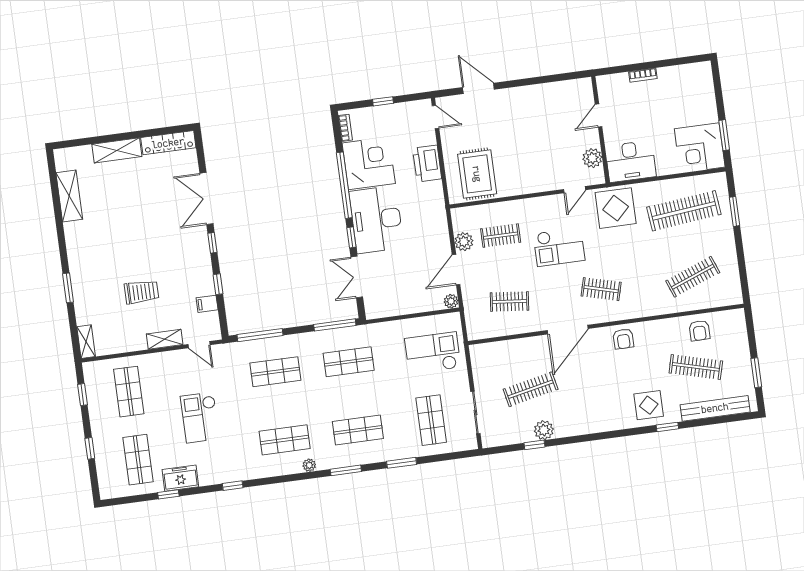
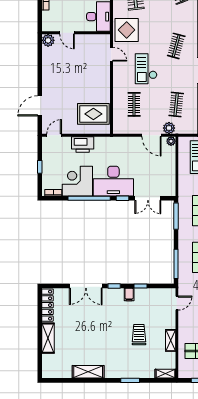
plant: (592, 158) -> (48, 40), moved
shelving: (69, 196) -> (88, 372), moved
plant: (464, 242) -> (169, 128), moved
checkout: (559, 247) -> (146, 69), turned 180
filing cabinet: (207, 304) -> (129, 294), moved
shelving: (165, 339) -> (171, 340), moved

